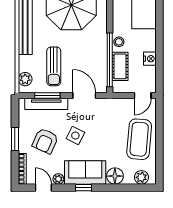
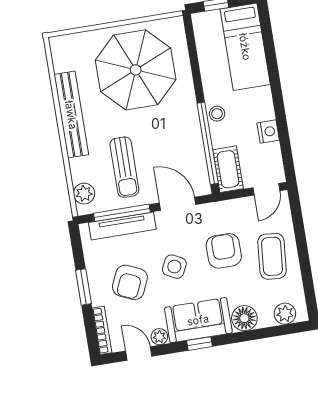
cot: (120, 66) -> (228, 169), moved
window: (47, 95) -> (122, 213), width x1.44
armchair: (109, 131) -> (224, 251), added
coffee table: (139, 139) -> (272, 256), width x0.73, depth x0.76

